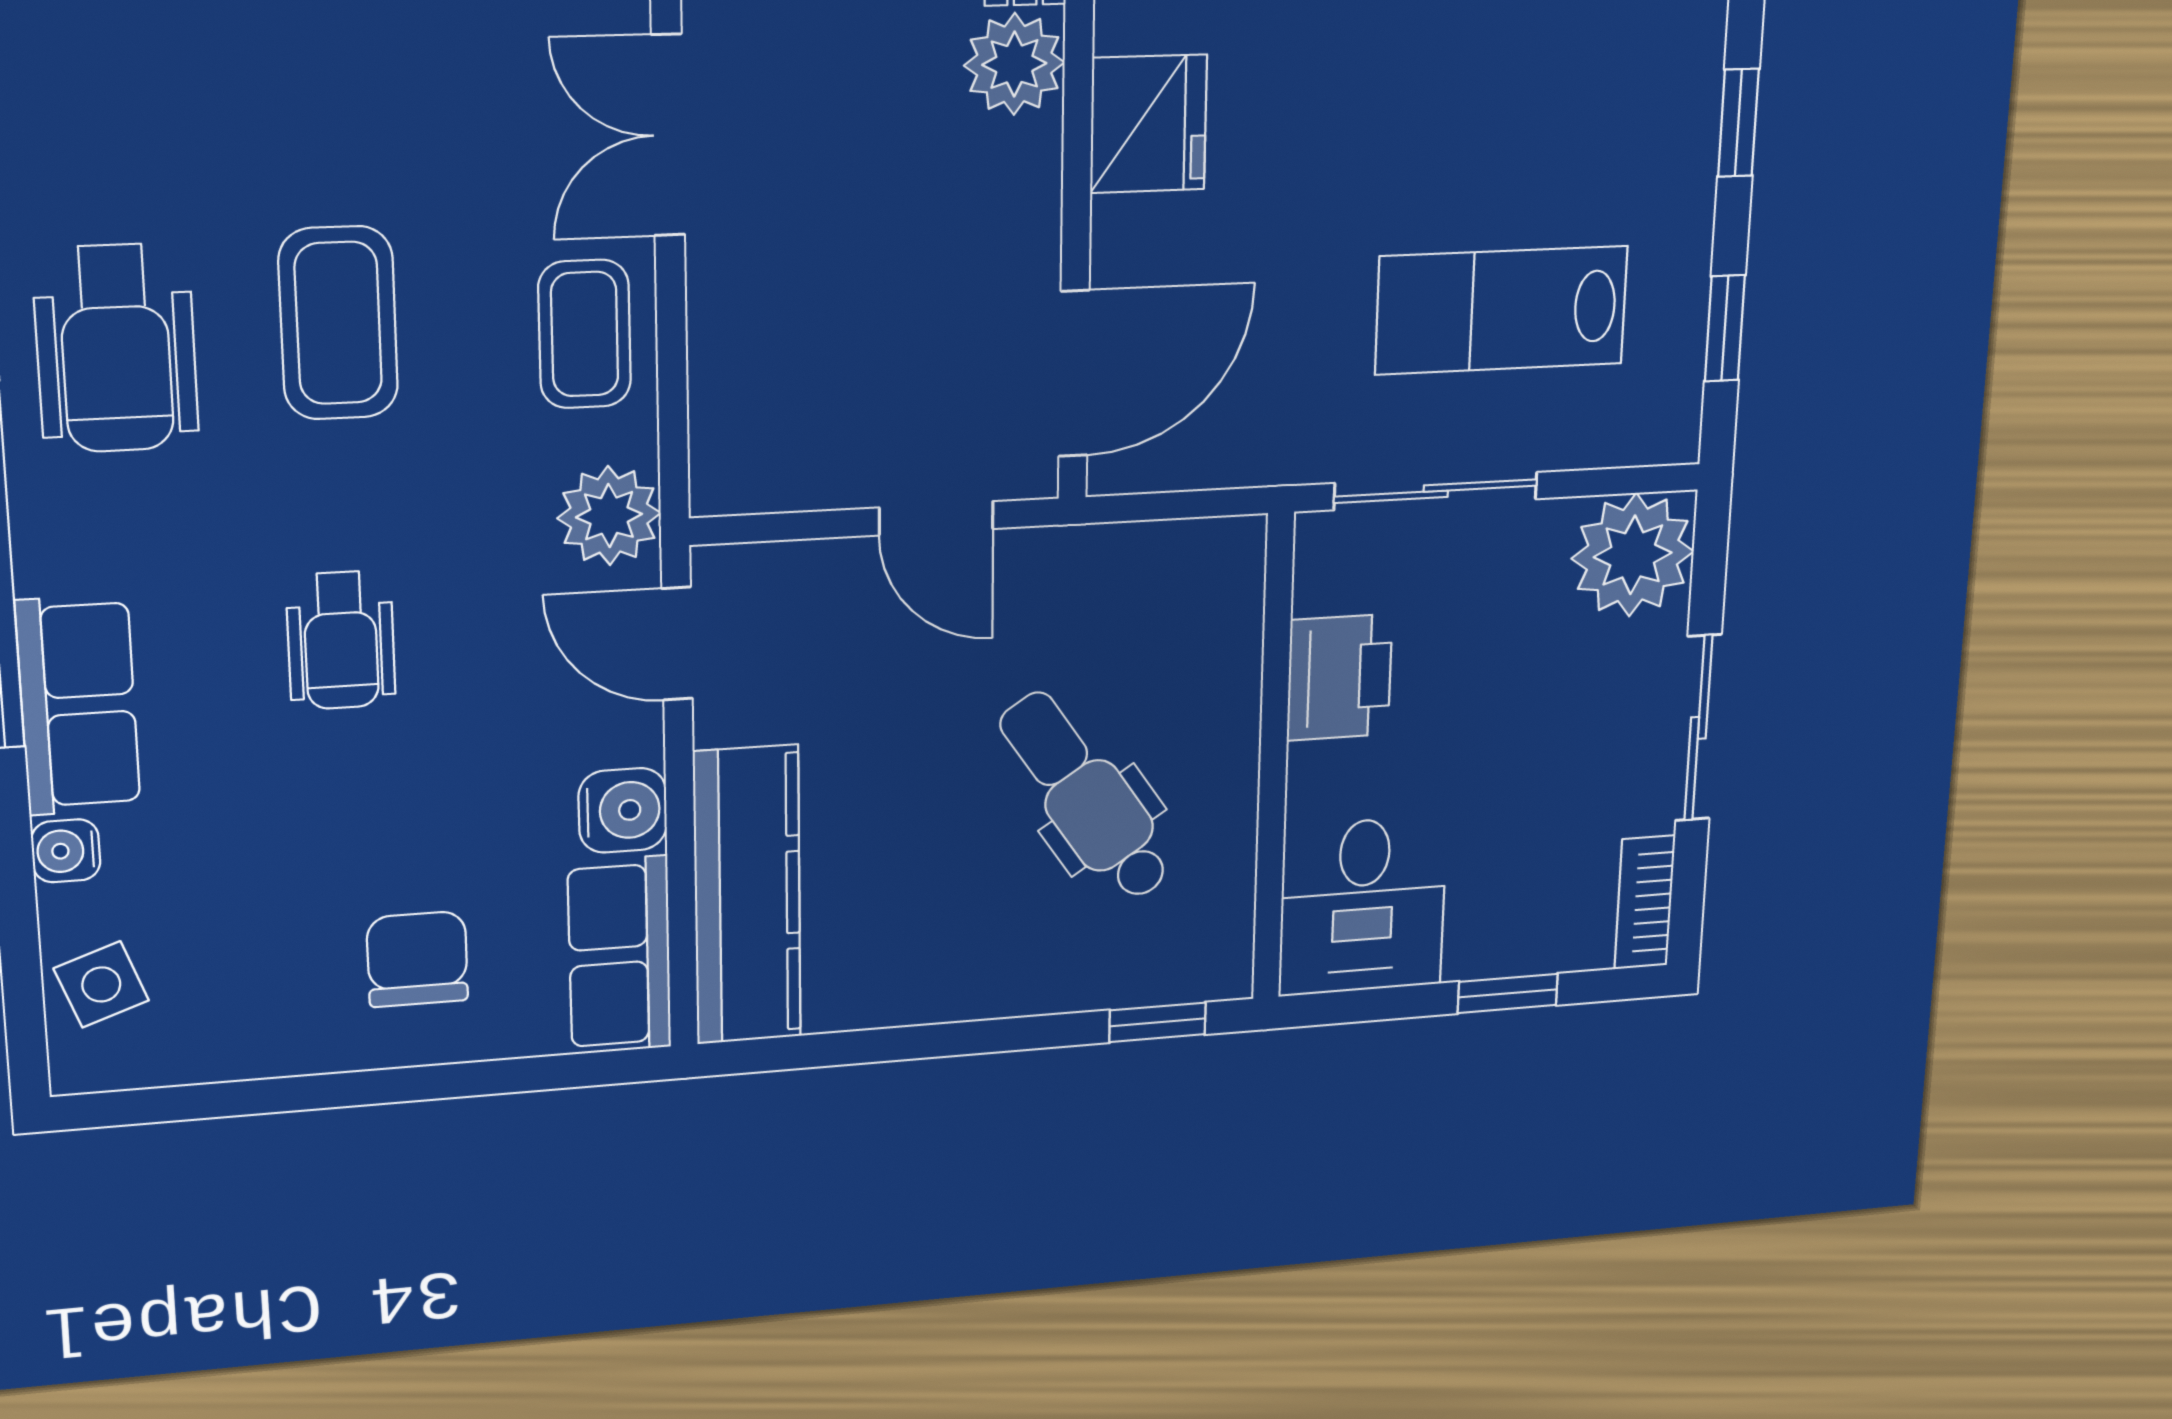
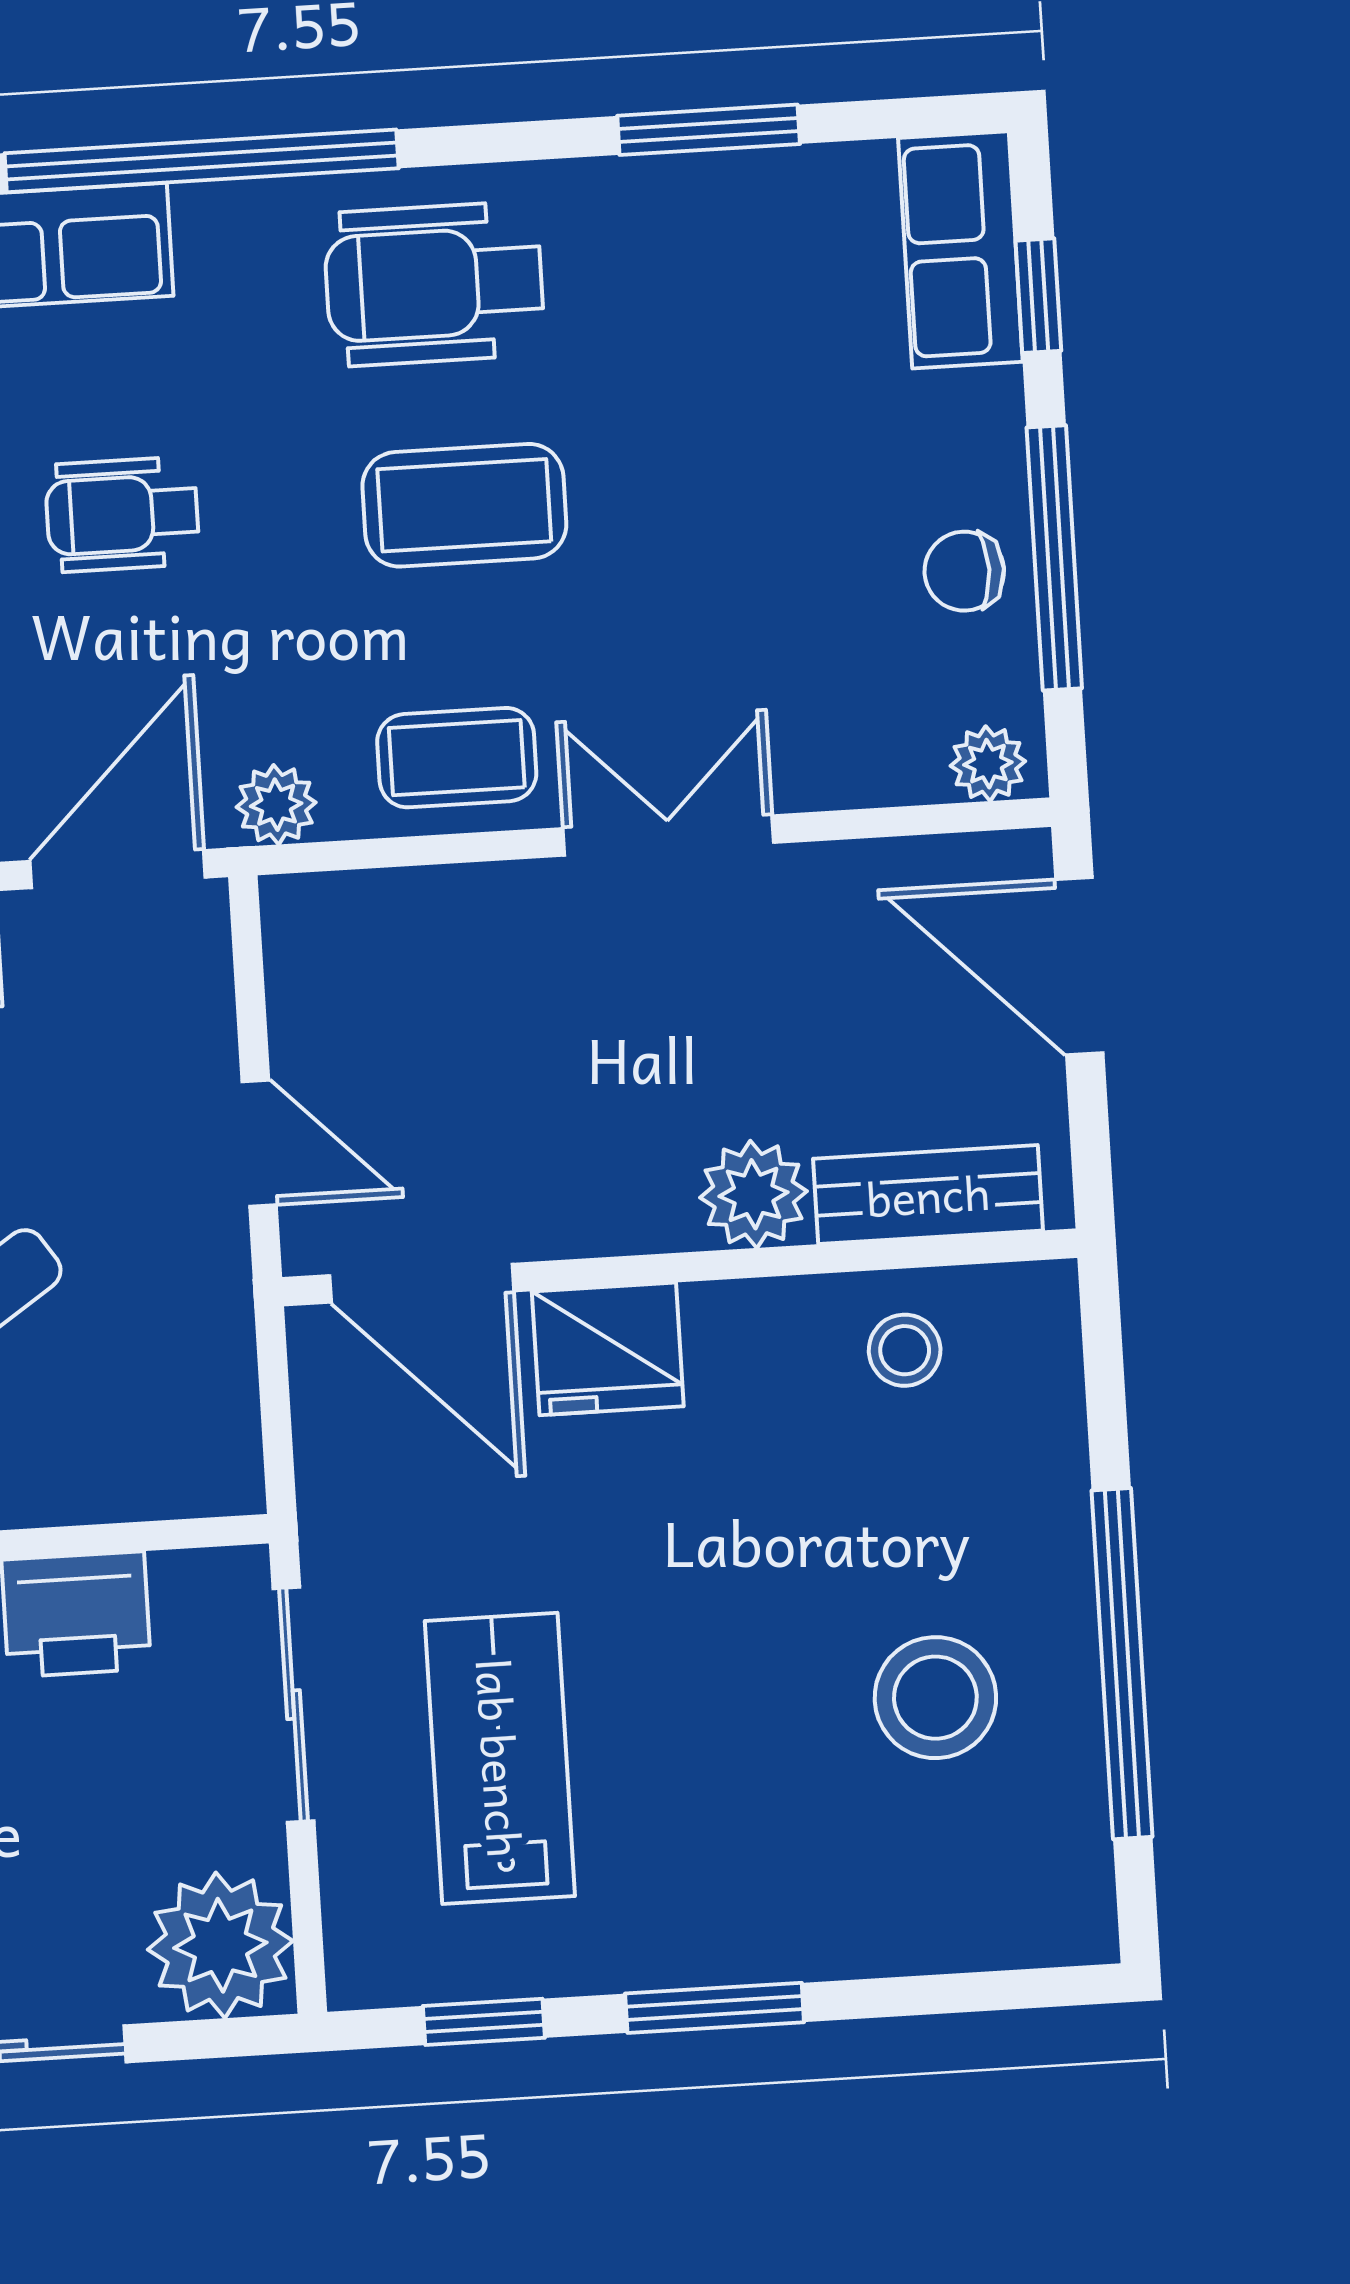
window: (1738, 123) -> (715, 2008), width x1.50
fridge: (1148, 124) -> (608, 1349), moved
plant: (609, 516) -> (276, 805), width x0.73, depth x0.73
door: (936, 518) -> (259, 1143), swing flipped
door: (677, 644) -> (118, 869), width x1.38

